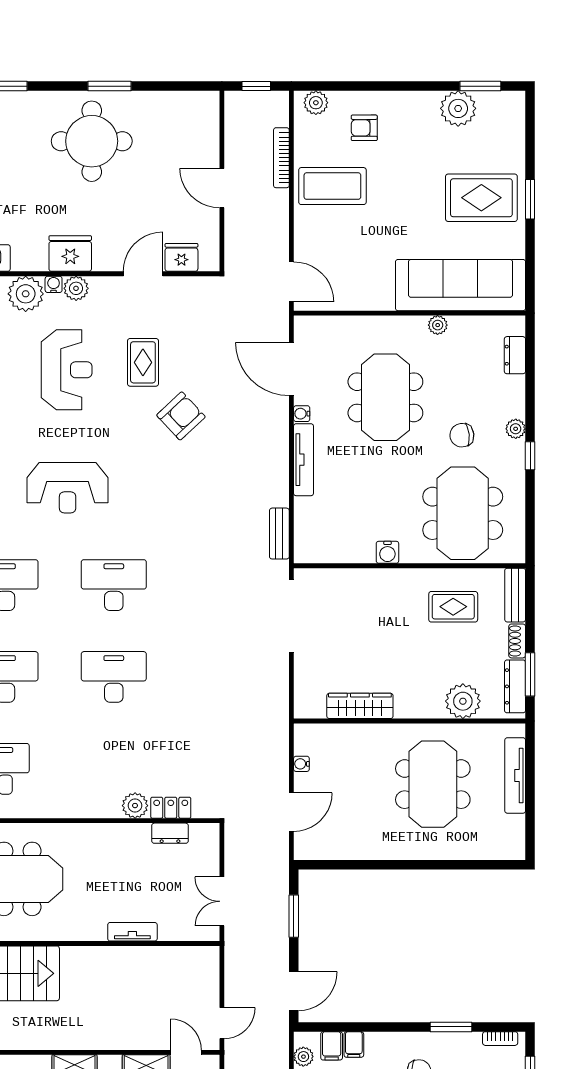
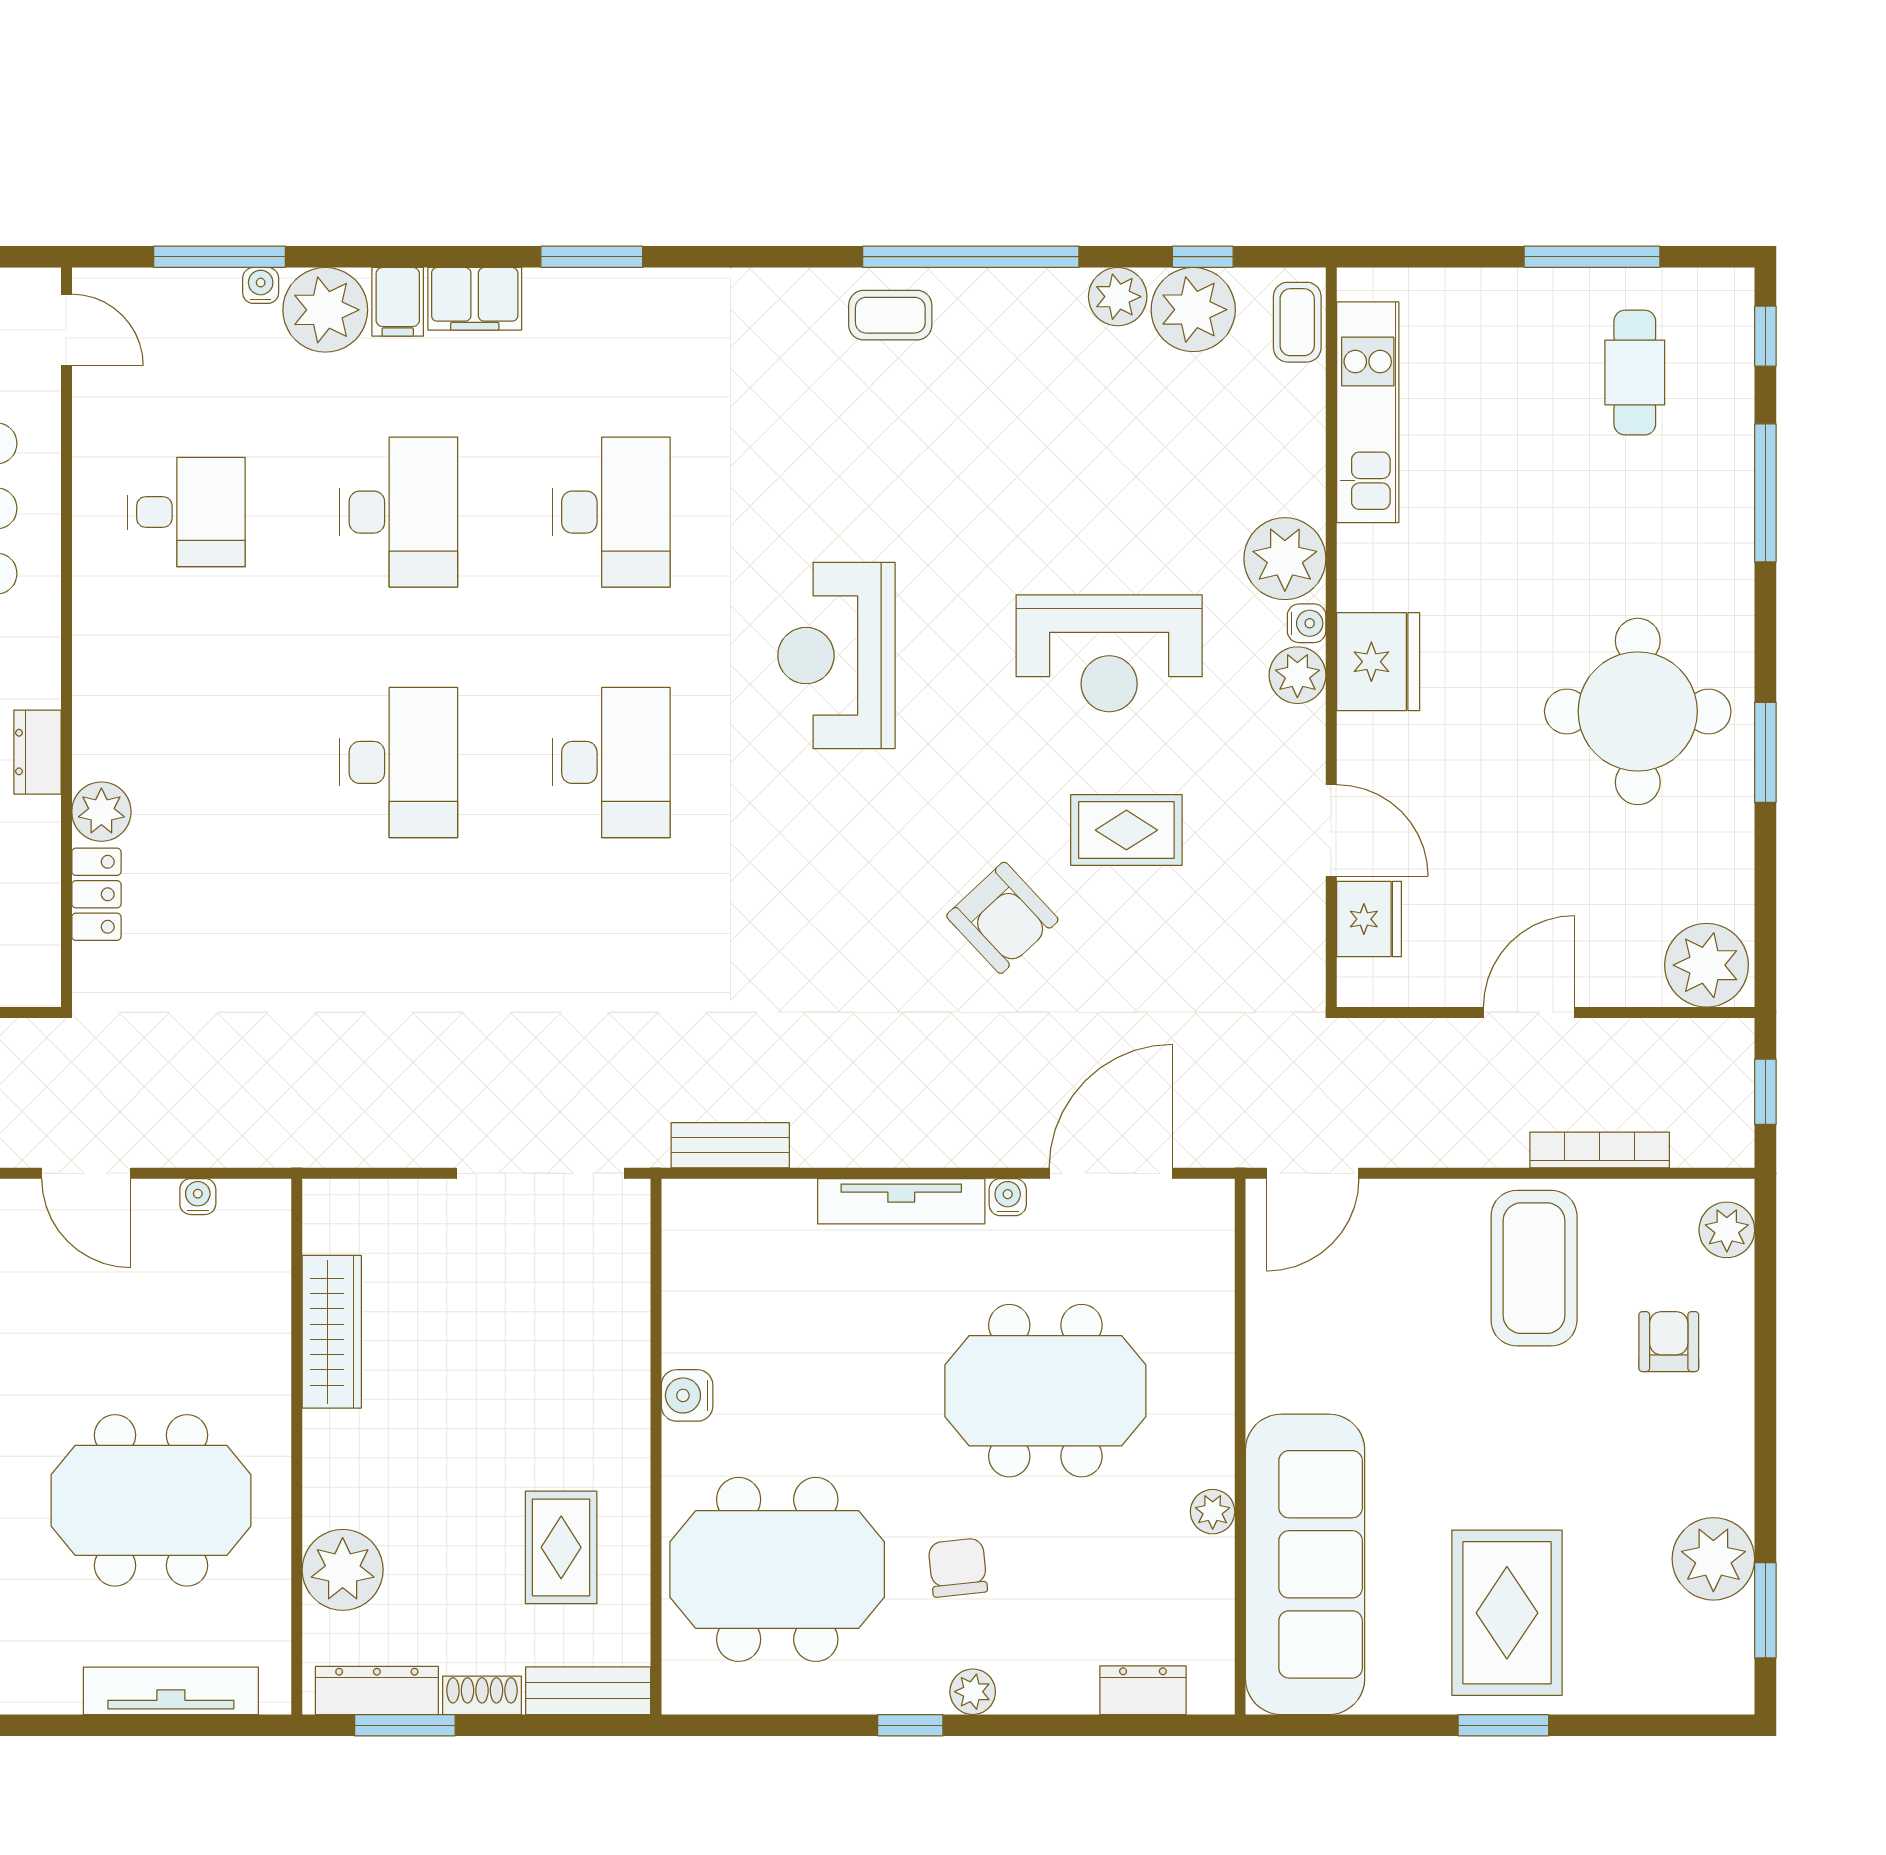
plant: (201, 111) -> (1706, 965), added
dresser: (170, 833) -> (37, 752), moved

